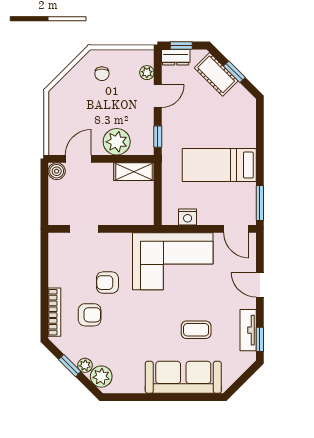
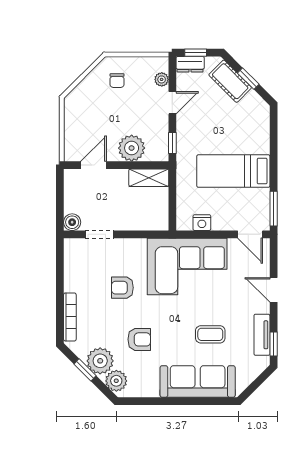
boiler: (57, 171) -> (72, 222), moved
armchair: (90, 315) -> (139, 339), moved
plant: (85, 365) -> (100, 361), width x1.87, depth x1.87

